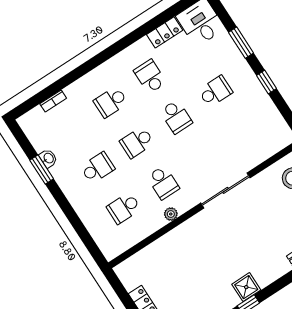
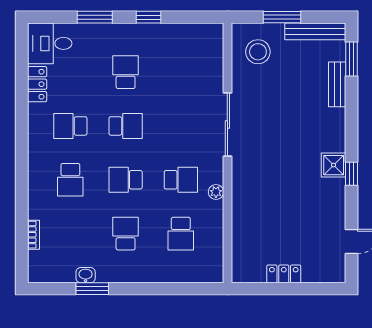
school desk: (137, 142) -> (126, 180), turned 90

